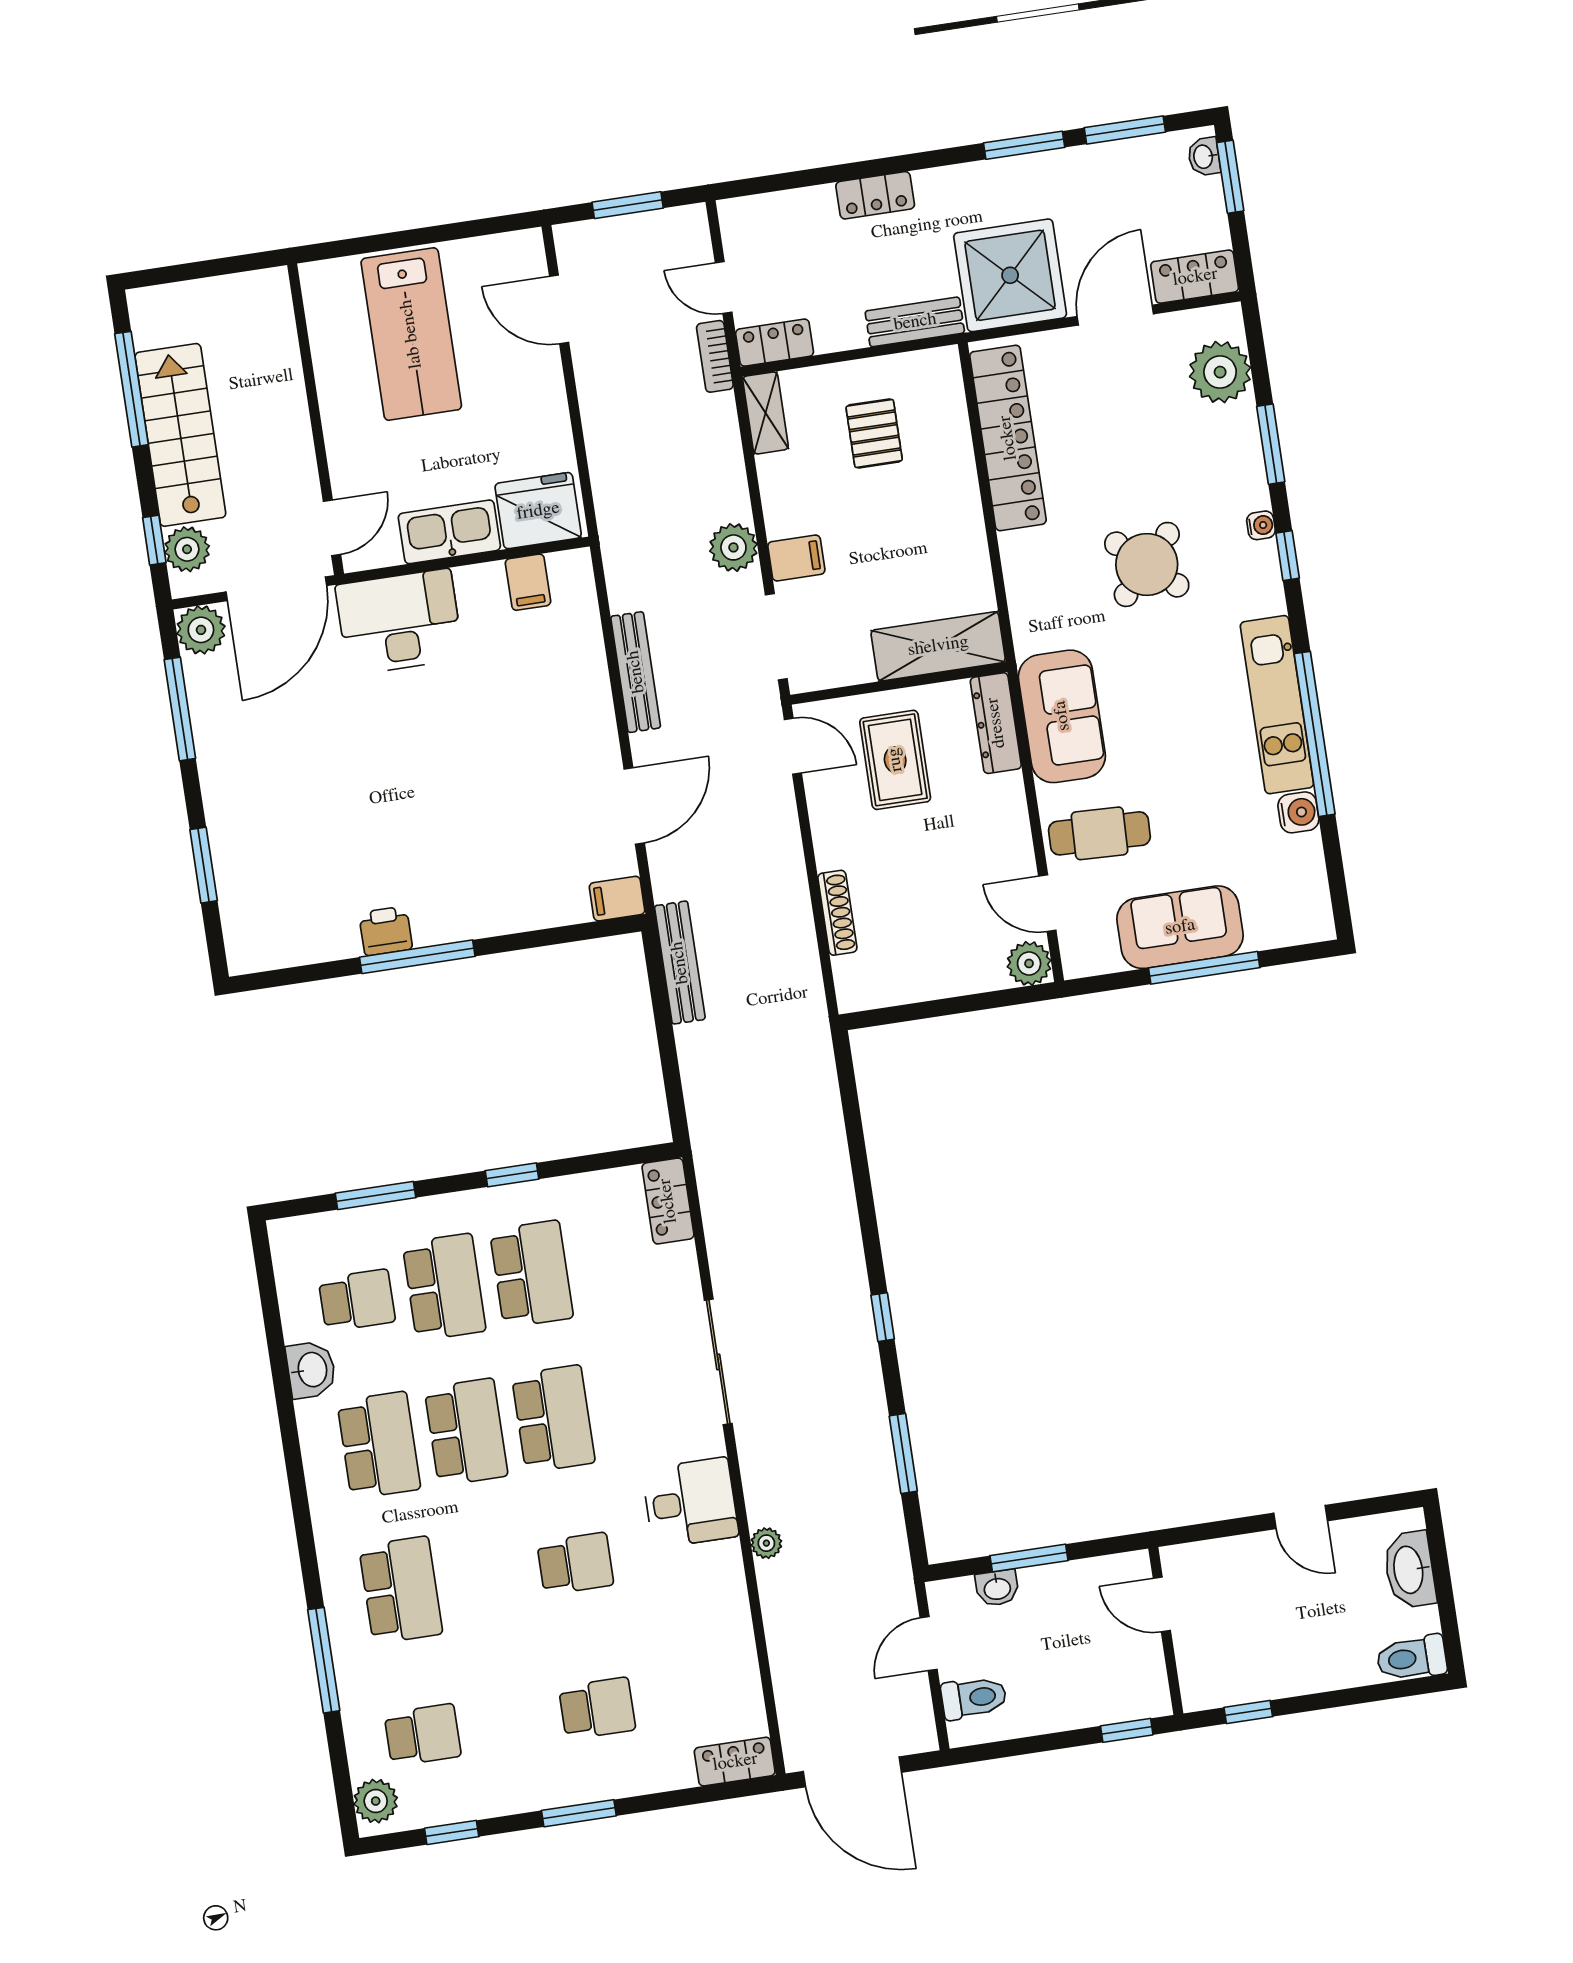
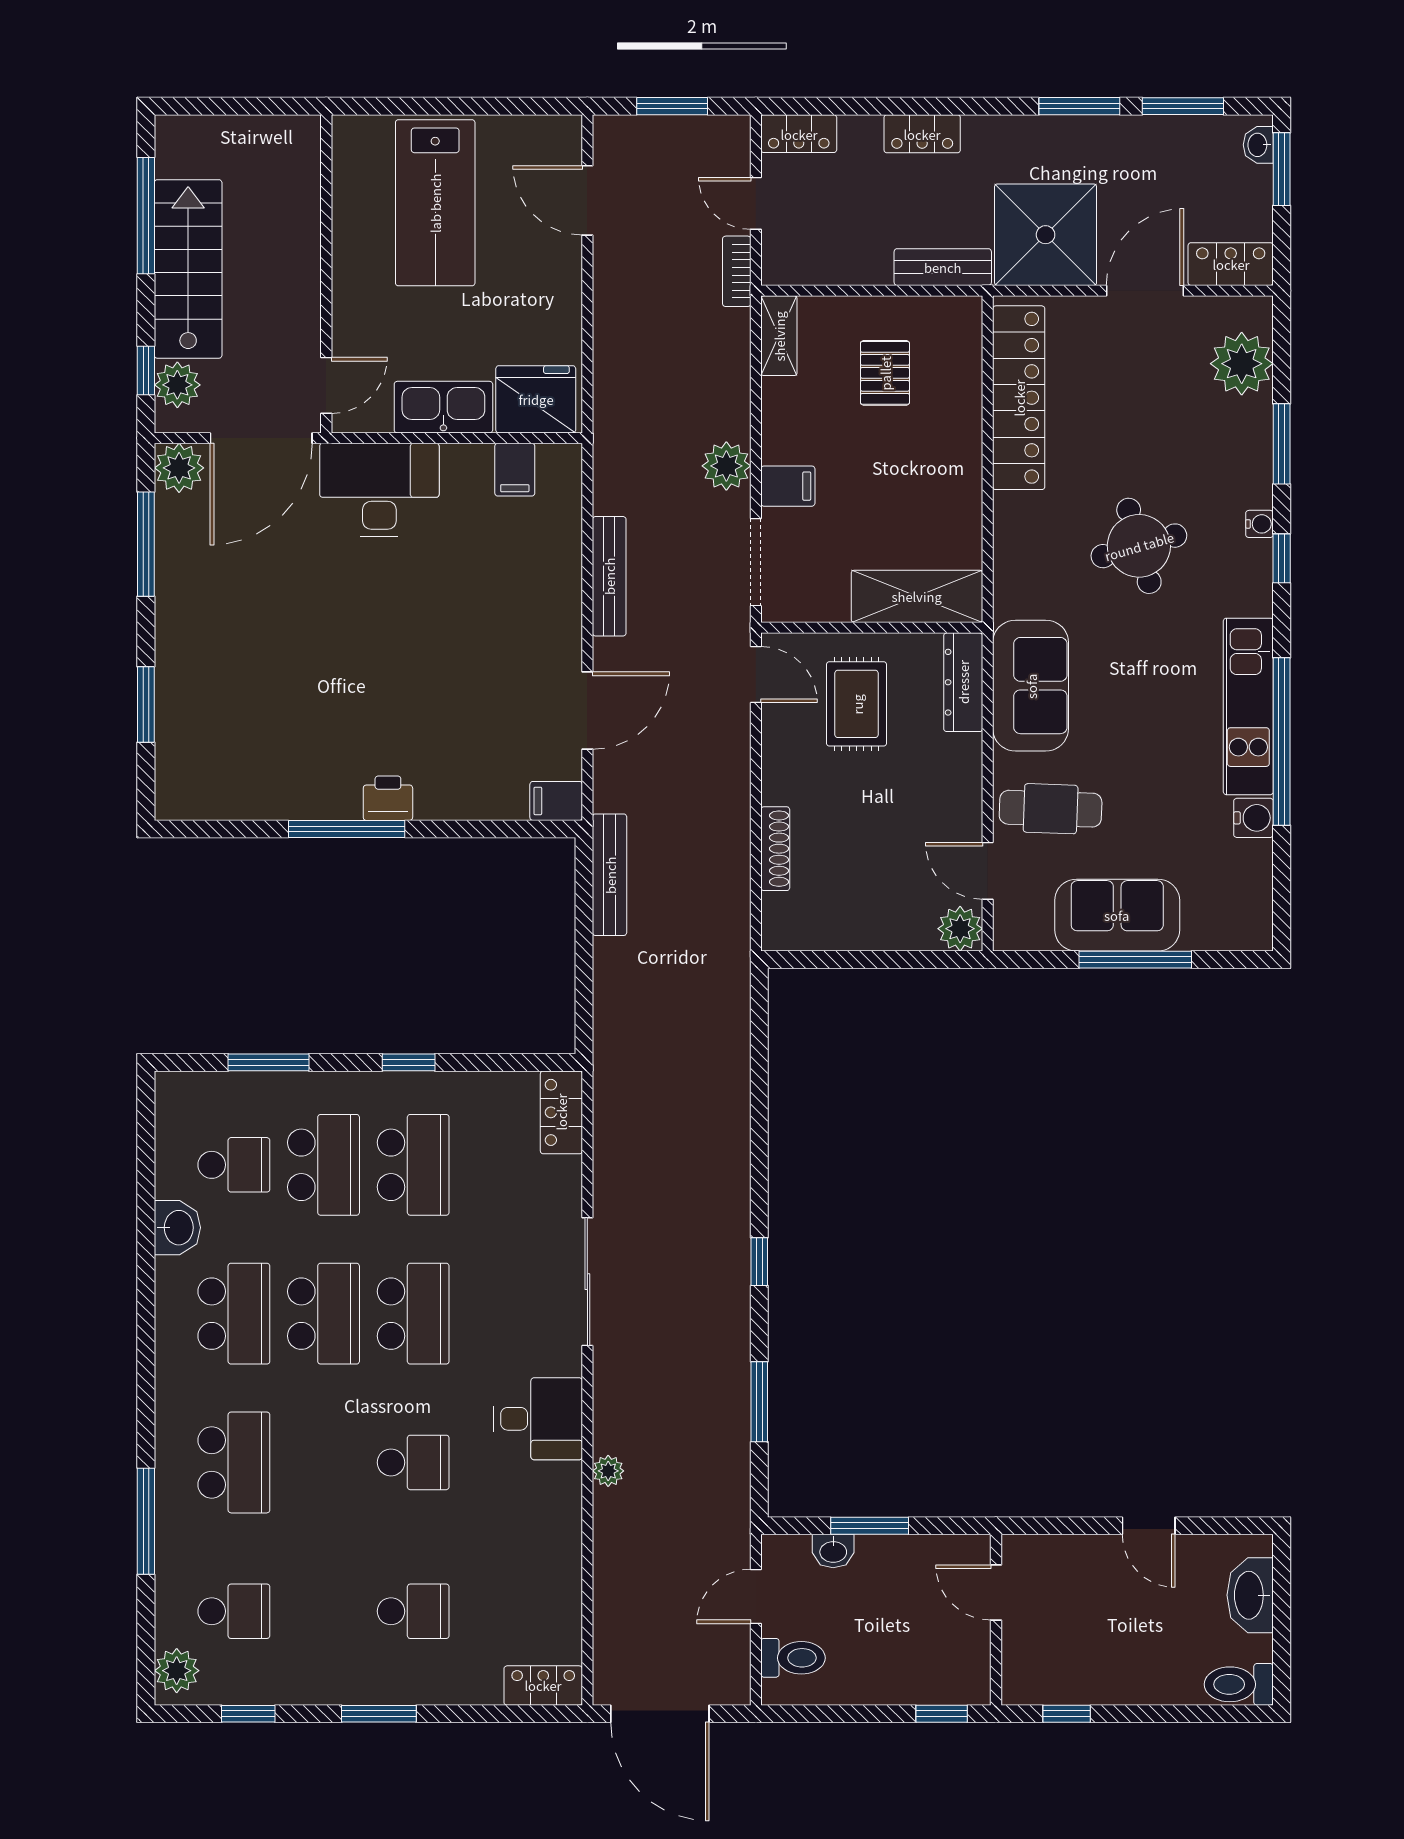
locker: (775, 343) -> (799, 134), moved, turned 180
round table: (1147, 564) -> (1139, 546), turned 31
printer: (386, 931) -> (388, 798), moved

